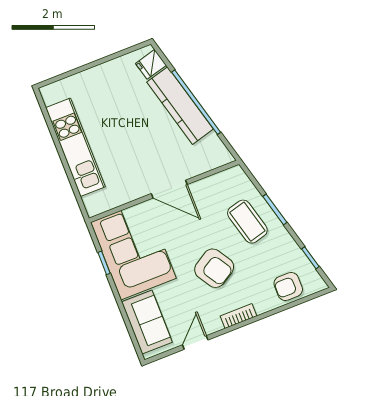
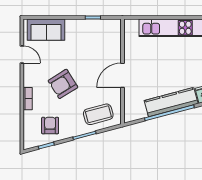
coffee table: (247, 222) -> (98, 114), moved
corner sofa: (133, 250) -> (93, 39), removed
armchair: (288, 286) -> (50, 126), moved
bookcase: (238, 316) -> (28, 99), moved

